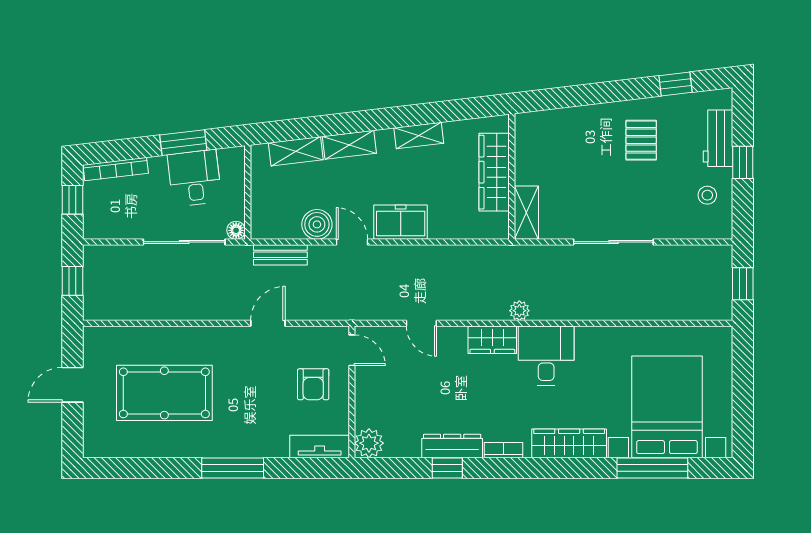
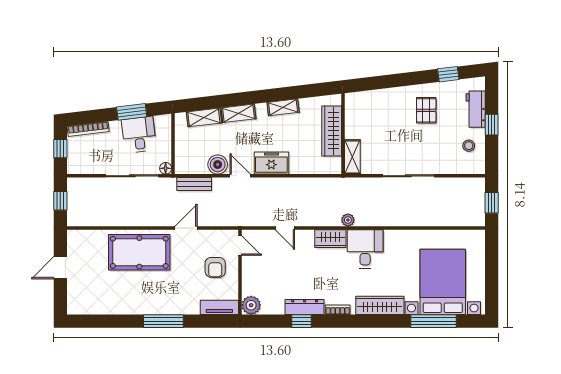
pool table: (164, 393) -> (139, 252), moved

